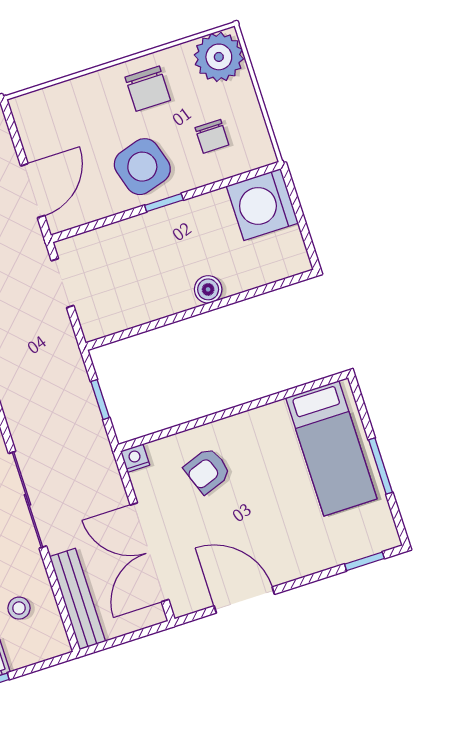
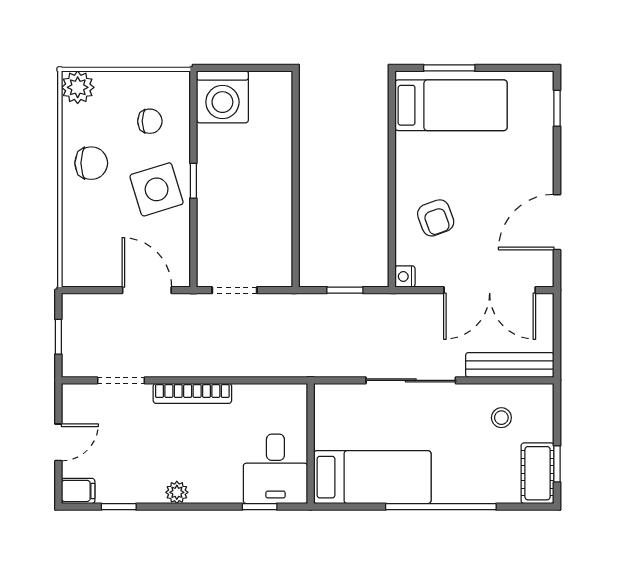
plant: (219, 57) -> (78, 87), width x0.73, depth x0.73
boiler: (208, 289) -> (280, 167), removed
window: (381, 466) -> (449, 68), moved

